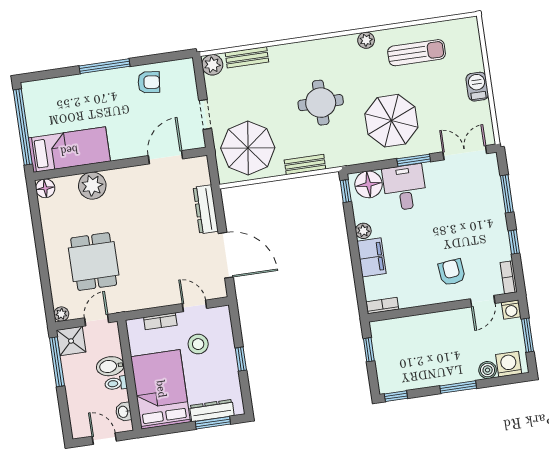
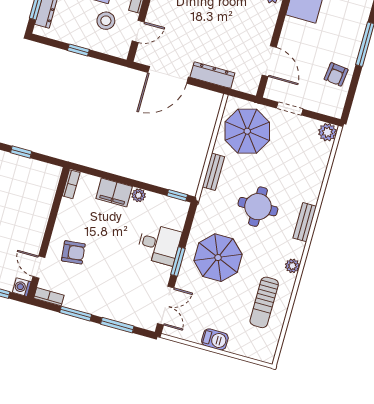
bench: (247, 57) -> (305, 222), moved
floor lamp: (369, 184) -> (174, 216), removed
window: (514, 242) -> (76, 314), width x1.50
window: (369, 350) -> (21, 152), moved

